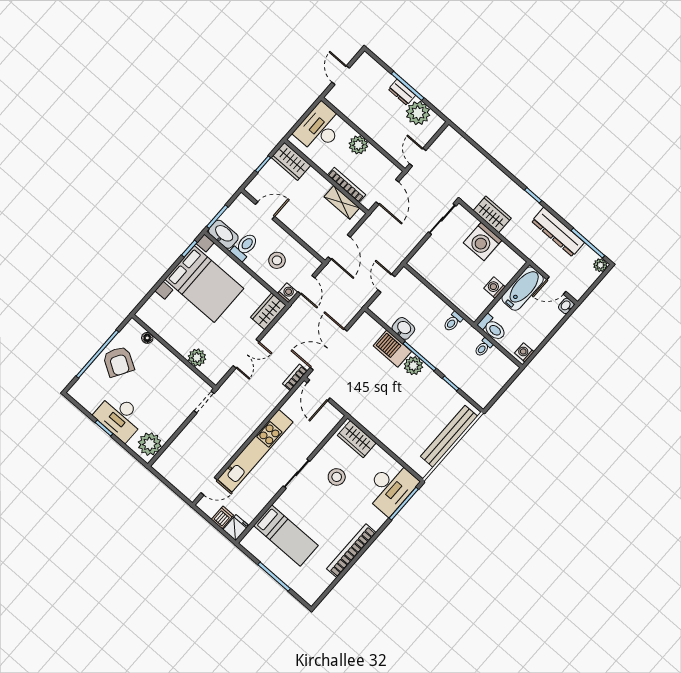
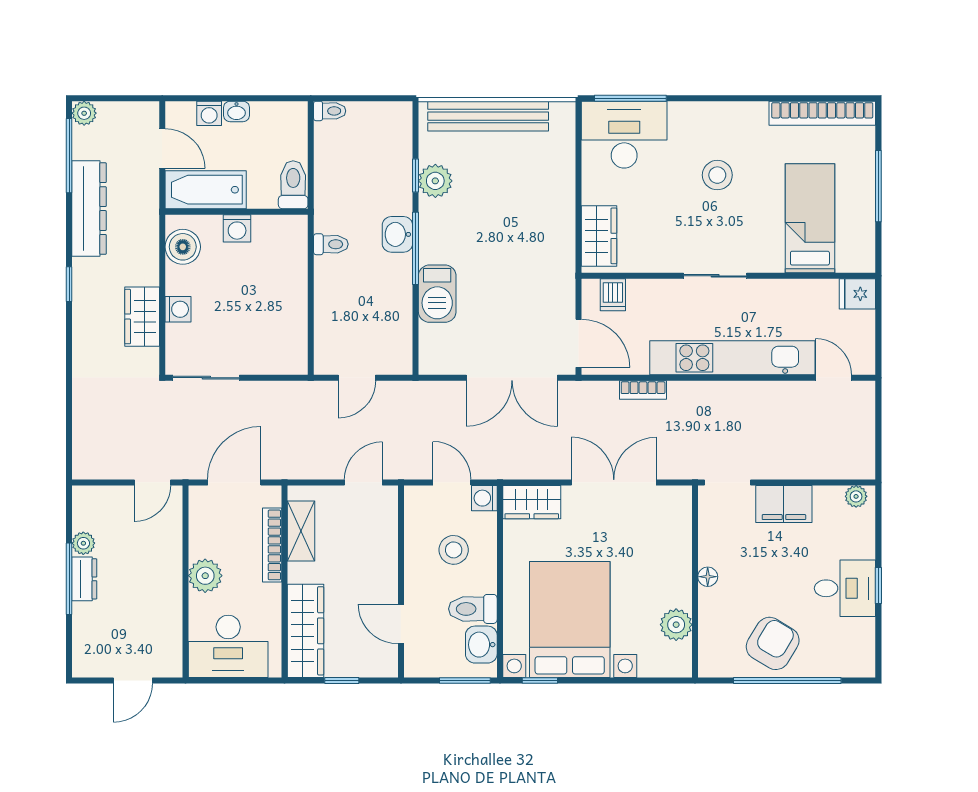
plant: (418, 113) -> (83, 543), width x0.53, depth x0.53
wardrobe: (291, 161) -> (305, 631), width x1.50
washbasin: (223, 234) -> (481, 645), width x0.72
washing machine: (483, 241) -> (178, 309), width x0.53, depth x0.53
door: (339, 247) -> (363, 482), width x0.73
boiler: (507, 258) -> (183, 247), added
door: (306, 285) -> (452, 482), hinge flipped
washbasin: (566, 306) -> (236, 111), moved
washbasin: (403, 328) -> (397, 234), moved
floor lamp: (147, 338) -> (708, 577), moved
toilet: (483, 347) -> (330, 111), moved
washing machine: (524, 352) -> (209, 113), moved
double door: (246, 354) -> (614, 482), width x1.37
plant: (197, 358) -> (676, 625), moved
plant: (413, 366) -> (435, 181), moved
bookcase: (295, 377) -> (643, 390), moved
door: (319, 390) -> (579, 343), hinge flipped
desk: (120, 417) -> (845, 588), width x0.73
filing cabinet: (174, 418) -> (784, 504), added
plant: (150, 444) -> (856, 496), width x0.53, depth x0.53
stool: (337, 477) -> (717, 175), moved
dishwasher: (222, 517) -> (613, 295), moved, turned -90
bookcase: (351, 551) -> (822, 113), moved

